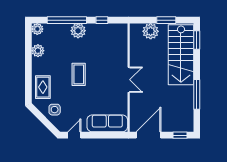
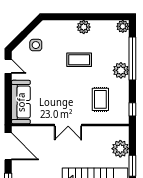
window: (102, 20) -> (132, 109), moved
plant: (38, 51) -> (84, 27), moved
coffee table: (79, 74) -> (79, 60), moved
rug: (43, 87) -> (100, 99), moved, turned 90

